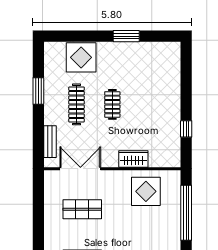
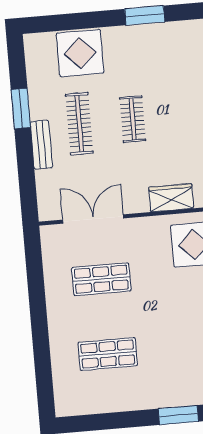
bench: (50, 142) -> (41, 145), moved

